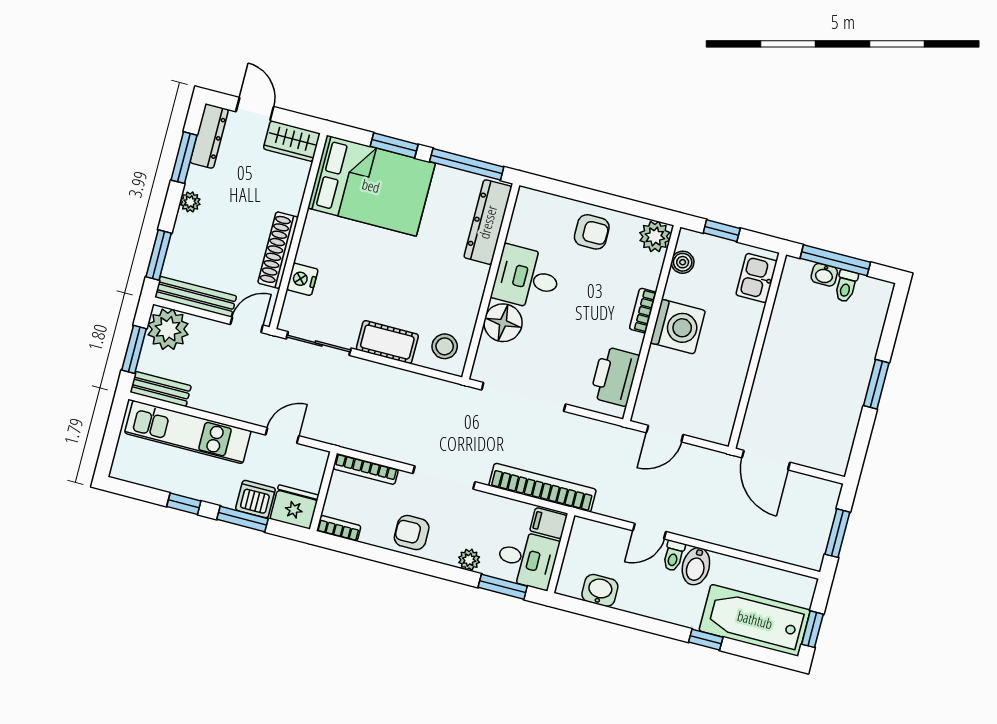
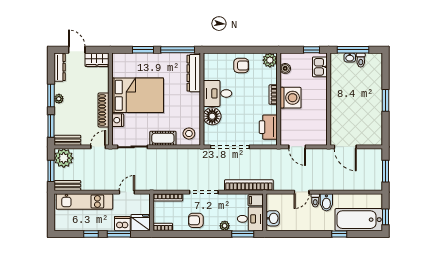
window: (184, 158) -> (51, 96), moved
bed: (371, 186) -> (138, 95), moved
window: (722, 231) -> (312, 50), moved
bench: (196, 297) -> (67, 140), width x0.73
door: (665, 434) -> (297, 147), hinge flipped
washbasin: (600, 590) -> (273, 218), moved, turned 90

